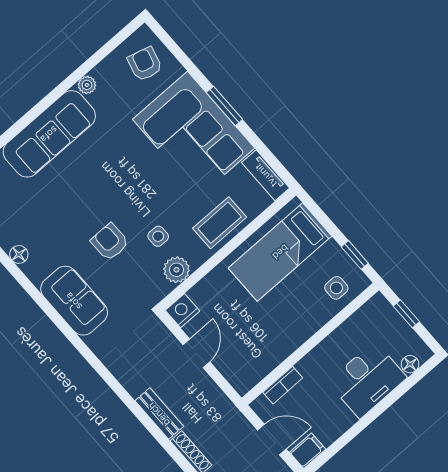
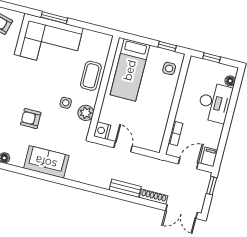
tv unit: (266, 175) -> (97, 37), removed
armchair: (110, 242) -> (31, 119), moved

